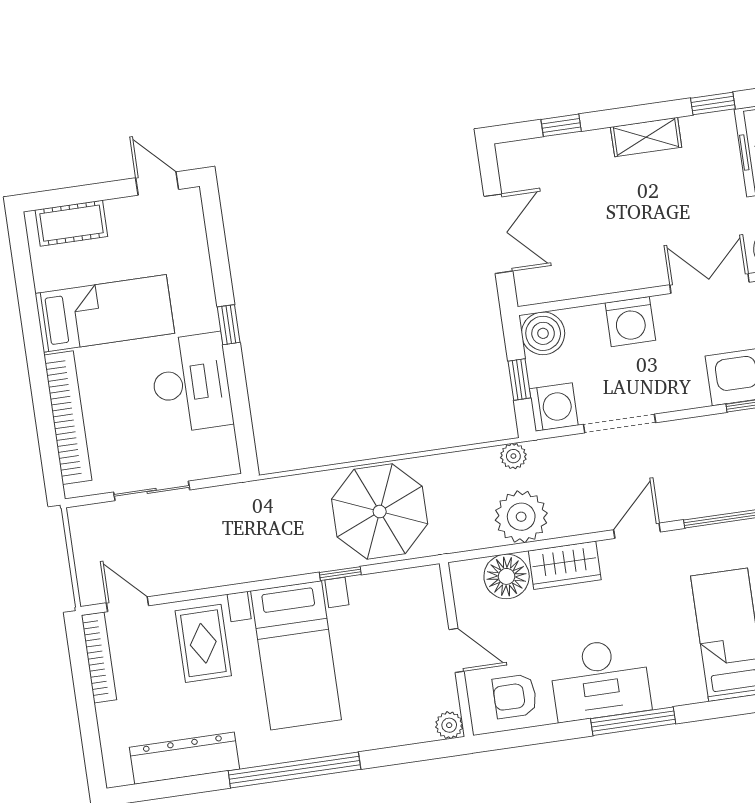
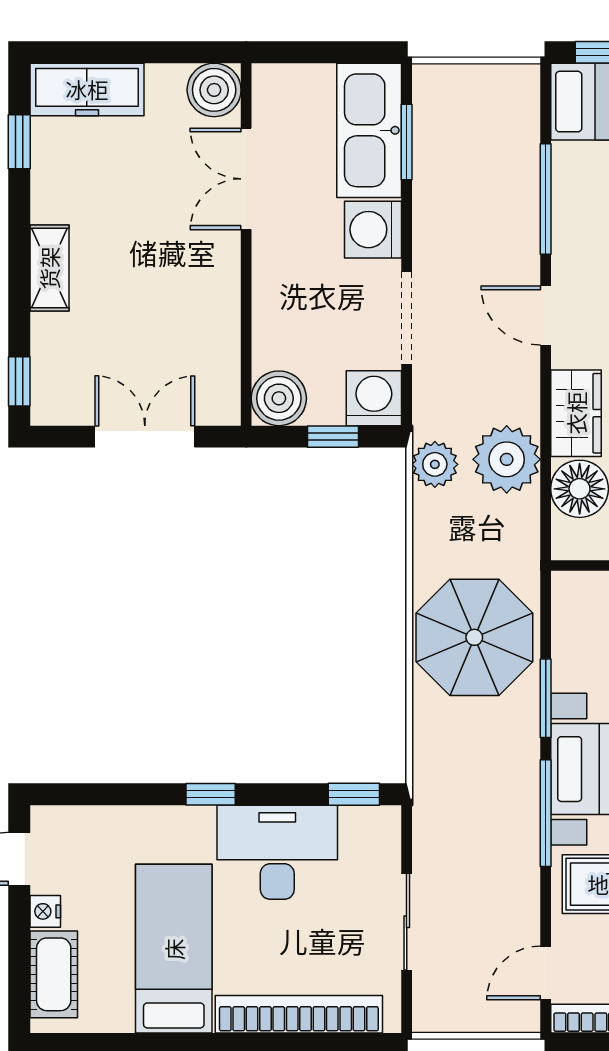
window: (561, 125) -> (19, 381), moved
shelving: (646, 137) -> (49, 268), moved
nightstand: (119, 210) -> (45, 911), added
washing machine: (630, 322) -> (373, 230), moved, turned 180
window: (245, 436) -> (354, 794), added
plant: (513, 456) -> (435, 464), width x1.38, depth x1.38
window: (340, 574) -> (546, 698), width x1.50
window: (251, 586) -> (546, 813), added

